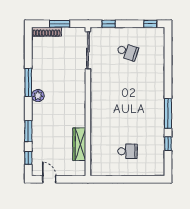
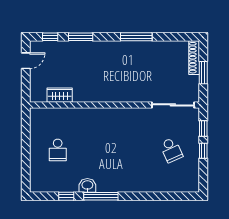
window: (150, 24) -> (203, 151), moved
school desk: (127, 52) -> (171, 150), turned -42
plant: (38, 96) -> (121, 48), removed
washbasin: (158, 125) -> (87, 185), added
wardrobe: (79, 144) -> (60, 95), width x0.67

